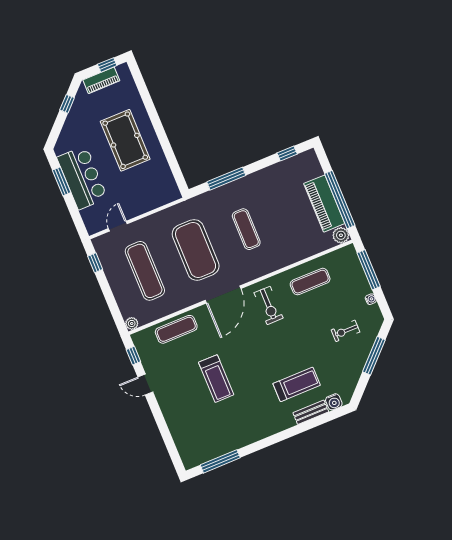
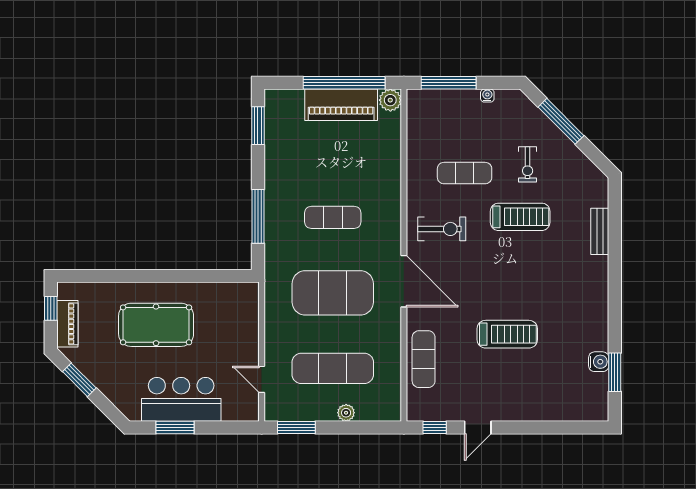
window: (67, 104) -> (79, 380), width x1.50
window: (287, 154) -> (258, 126), width x1.50
window: (95, 263) -> (296, 427), width x1.50
exercise mat: (310, 282) -> (465, 173), moved, turned 90
plant: (132, 323) -> (346, 413), moved
exercise bike: (345, 331) -> (528, 164), moved
treadmill: (297, 384) -> (520, 217), moved, turned 90
water cooler: (334, 402) -> (599, 362), moved
window: (220, 461) -> (615, 372), width x0.69

